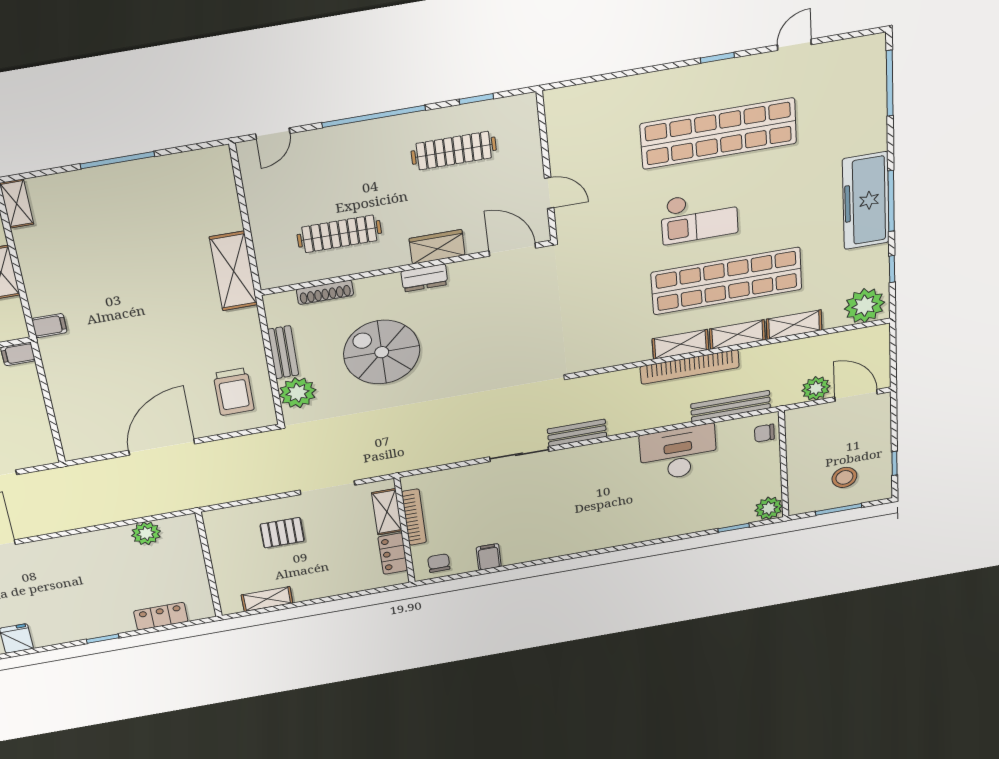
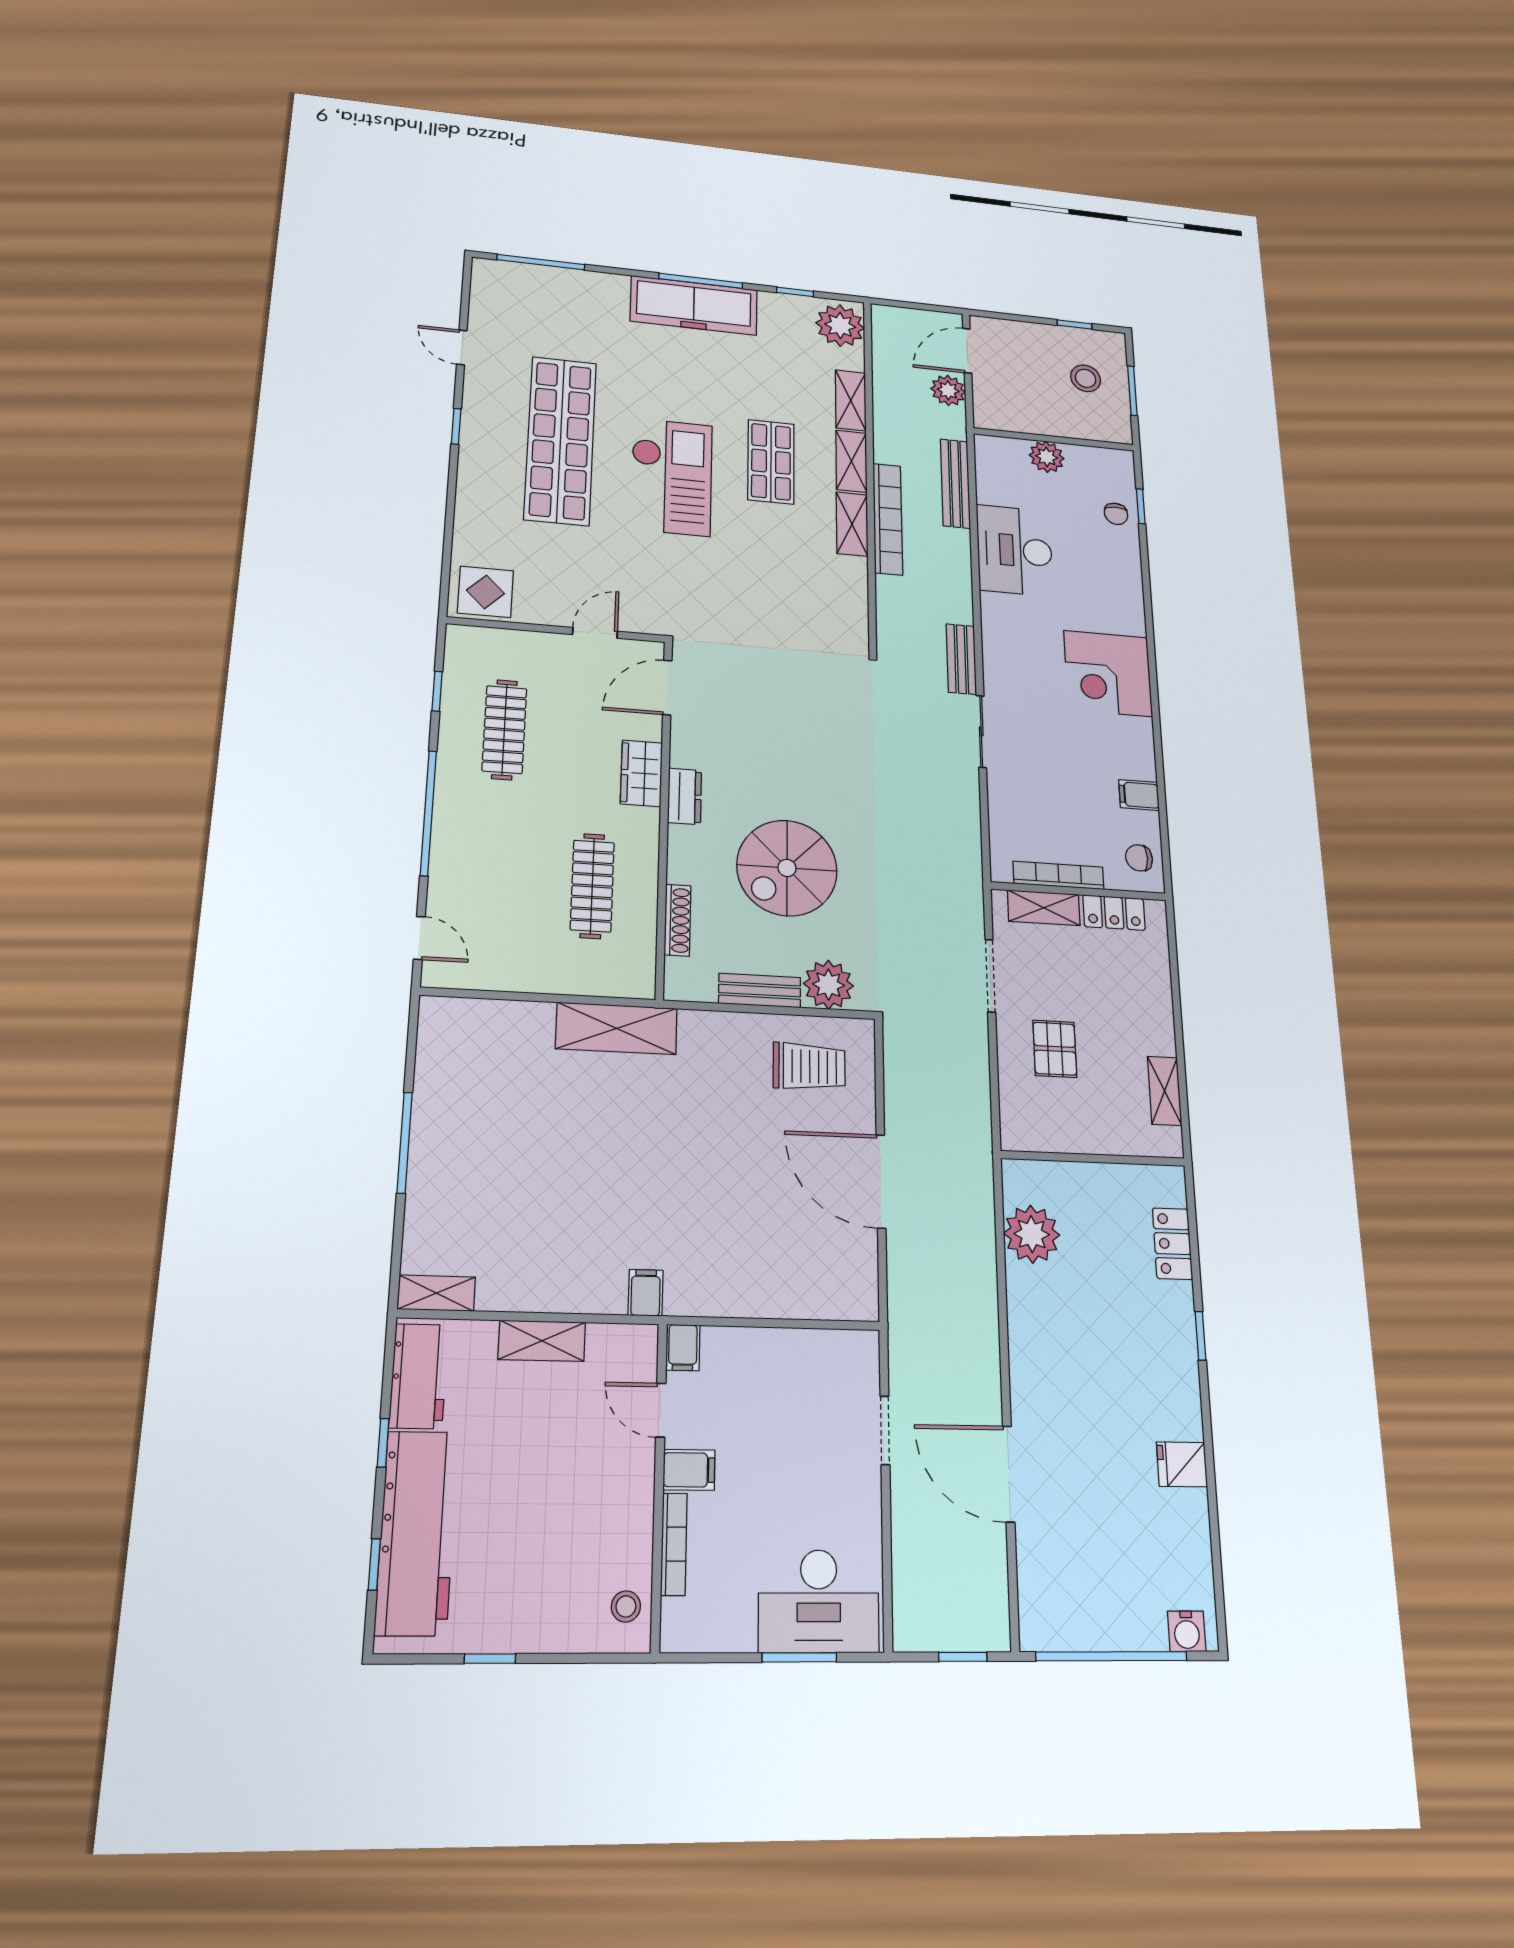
display table: (570, 112) -> (485, 592), added
checkout: (699, 216) -> (671, 477), width x1.36, depth x1.21
shop shelf: (726, 281) -> (771, 462), width x0.50, depth x0.74
chair: (764, 433) -> (1116, 514), moved
plant: (769, 508) -> (1047, 457), moved
corner desk: (584, 526) -> (1108, 673), added
plant: (146, 533) -> (1032, 1234), width x1.36, depth x1.36

